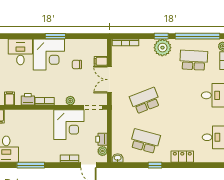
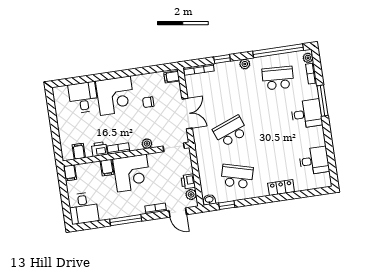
window: (55, 36) -> (120, 74), removed
window: (161, 36) -> (222, 59), moved
plant: (162, 48) -> (245, 64), width x0.53, depth x0.53
filing cabinet: (101, 61) -> (172, 77), moved
double door: (109, 80) -> (187, 114), swing flipped
filing cabinet: (32, 117) -> (107, 168), added
corner desk: (69, 125) -> (132, 173), moved
window: (31, 165) -> (126, 220), moved
window: (155, 165) -> (227, 205), moved

